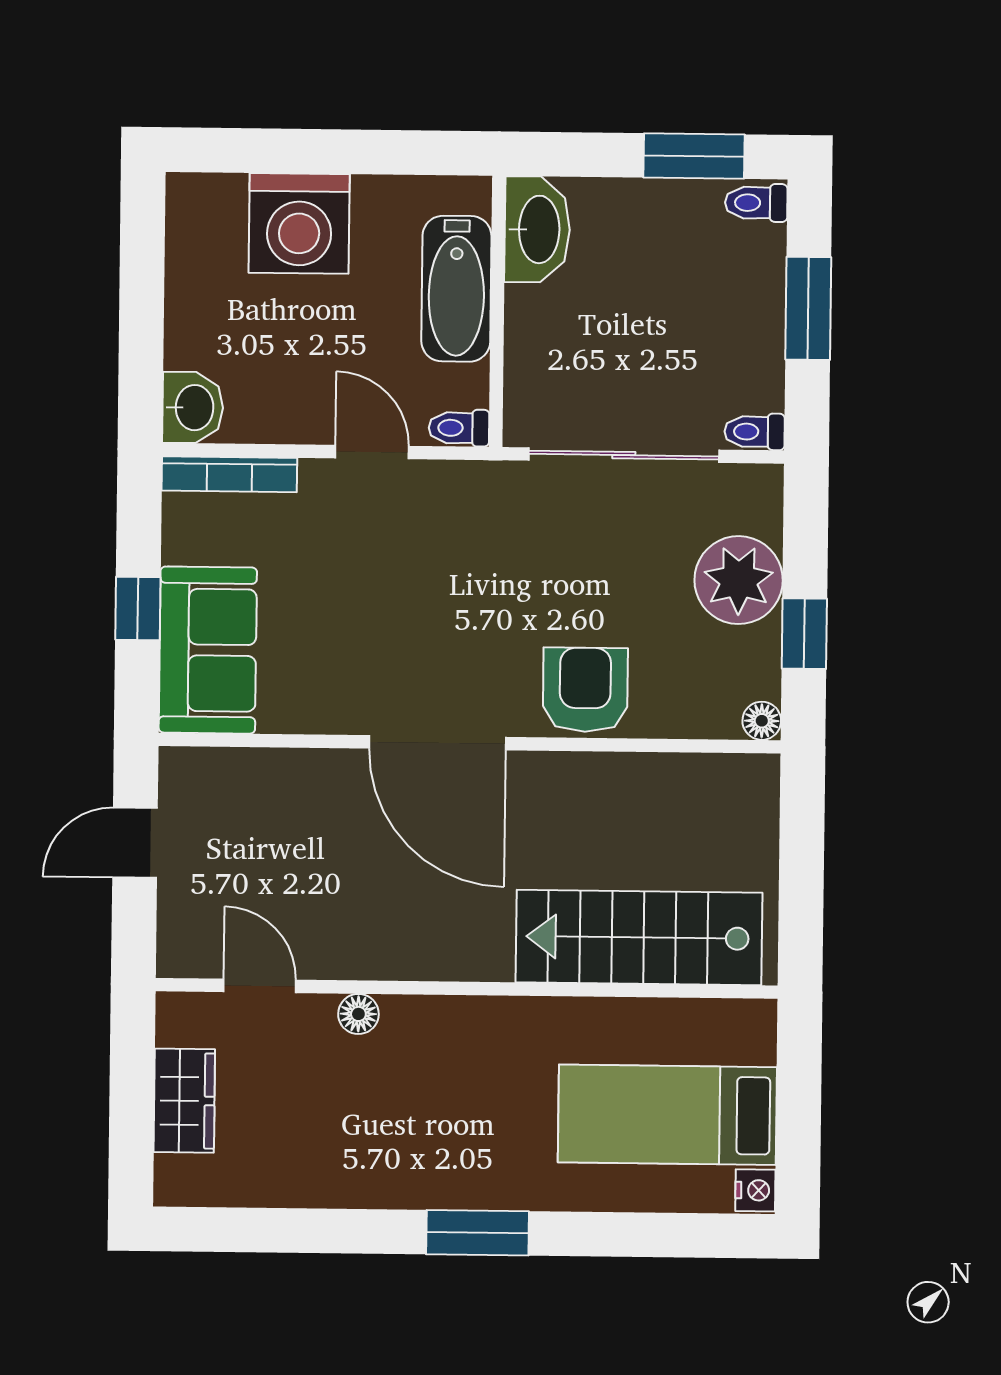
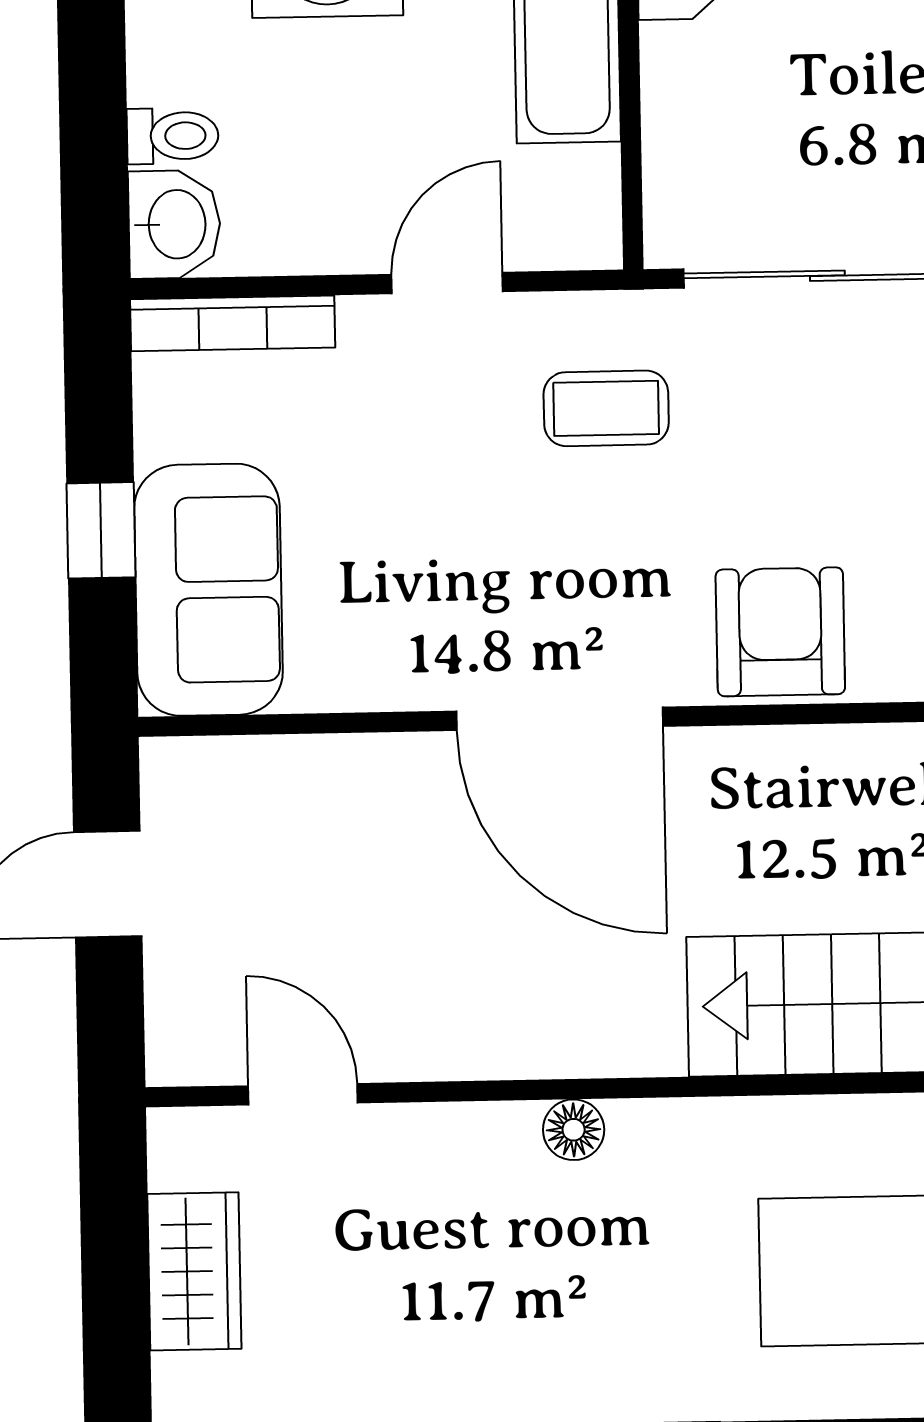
toilet: (459, 428) -> (173, 136), moved, turned 180
door: (372, 452) -> (447, 283), hinge flipped
coffee table: (475, 538) -> (606, 408), added
floor lamp: (358, 1014) -> (574, 1130), moved

